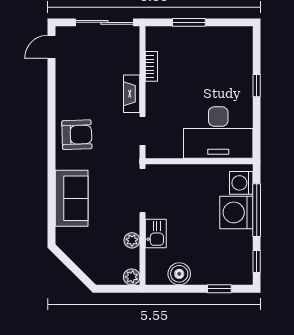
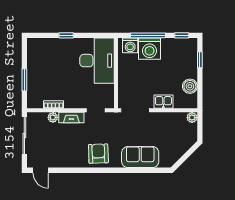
plant: (132, 240) -> (53, 117), moved

